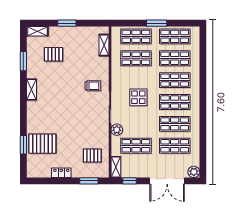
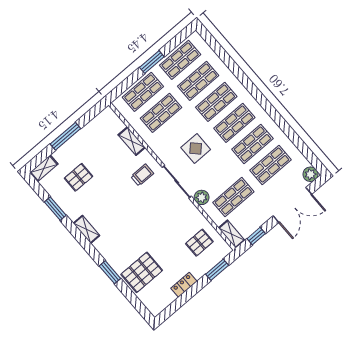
window: (67, 23) -> (65, 136), width x1.44
shelving: (104, 45) -> (132, 141), moved
window: (23, 145) -> (110, 272), moved

